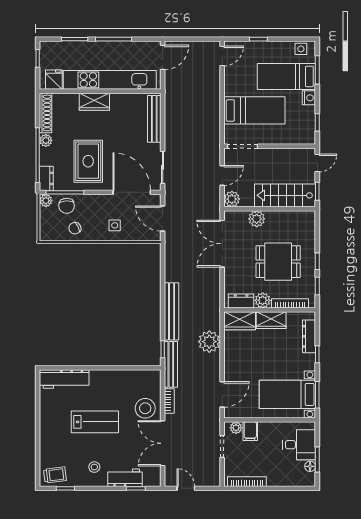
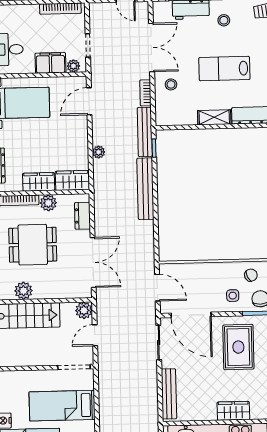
plant: (257, 219) -> (24, 291), moved
side table: (115, 225) -> (233, 296), moved
dresser: (241, 301) -> (82, 216), moved, turned 90
plant: (209, 342) -> (99, 152), width x0.53, depth x0.53
shelving: (106, 377) -> (214, 117), added
stool: (145, 408) -> (171, 84), width x0.53, depth x0.53
filing cabinet: (250, 431) -> (50, 63), width x2.00

